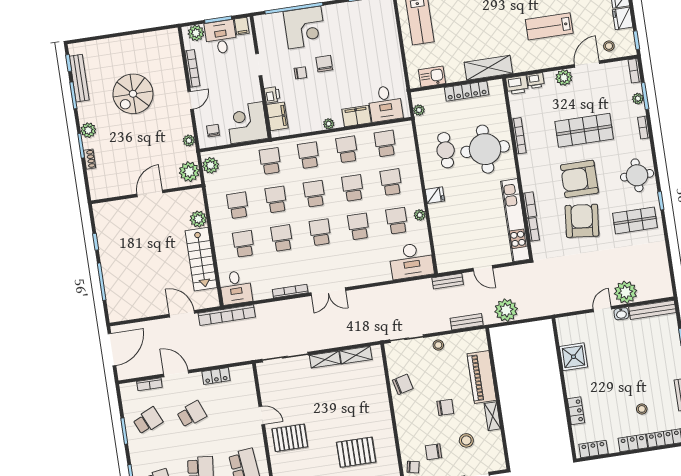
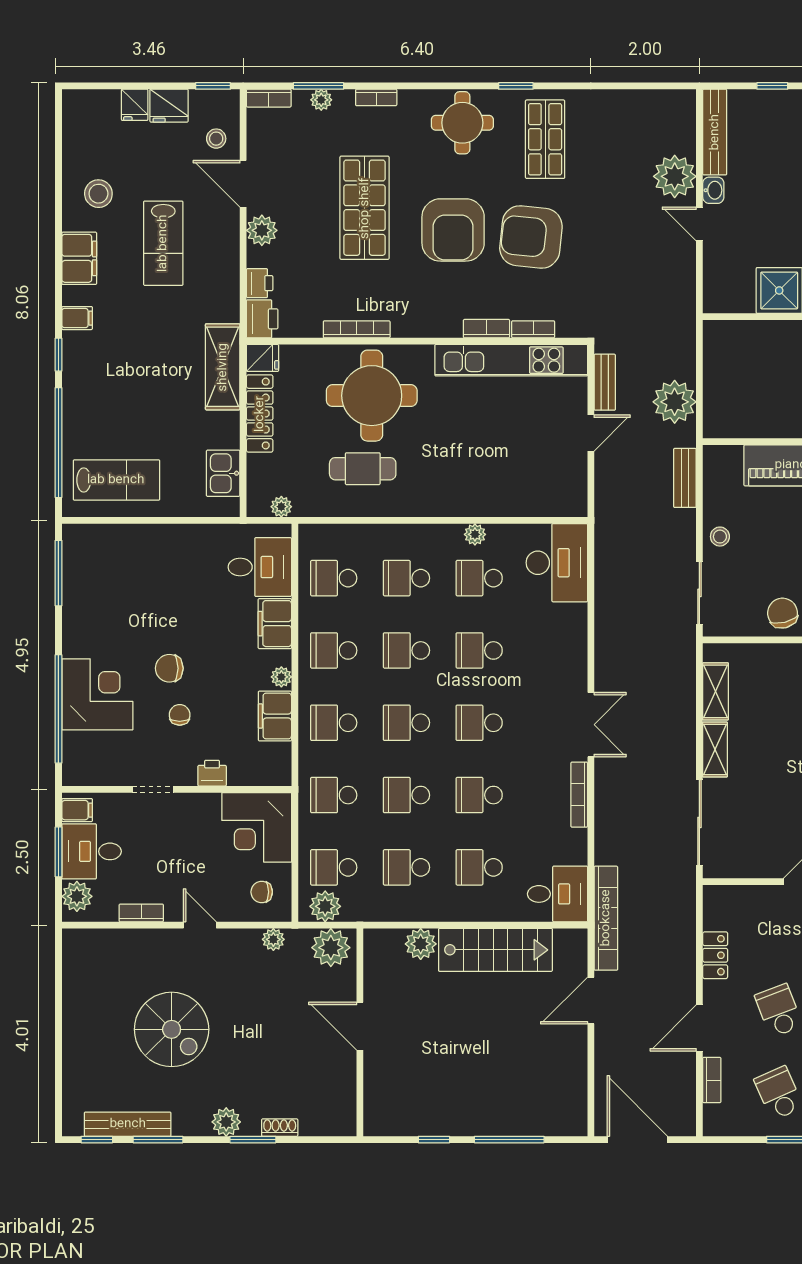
bookcase: (192, 68) -> (141, 913), width x0.64
filing cabinet: (277, 116) -> (275, 716), moved, turned -90
school desk: (232, 167) -> (334, 867), added
fridge: (435, 195) -> (263, 358), moved, turned 90
bench: (448, 281) -> (605, 382), moved

